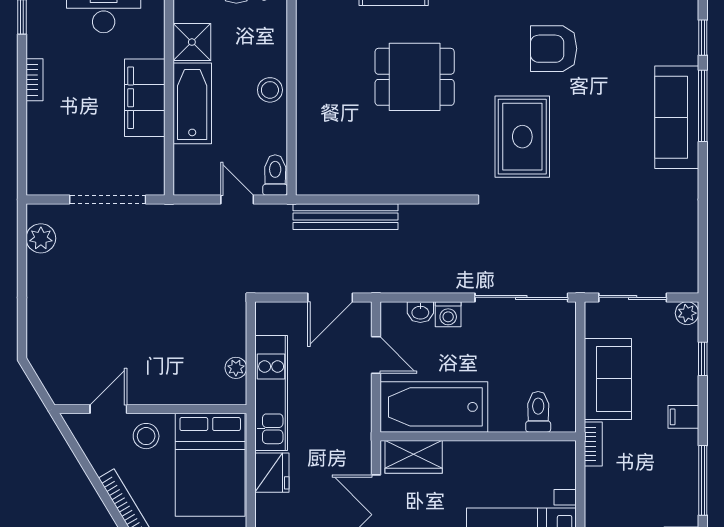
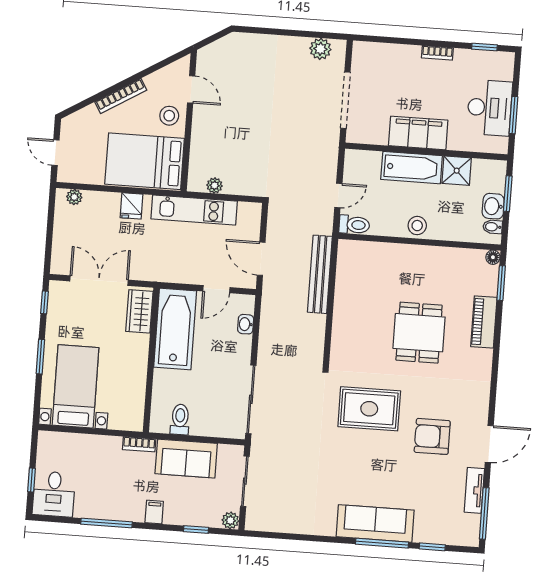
armchair: (554, 49) -> (432, 436), turned -90
washing machine: (448, 314) -> (242, 345), removed
toilet: (538, 412) -> (180, 419), moved, turned -90
fridge: (272, 473) -> (131, 206), width x0.72

